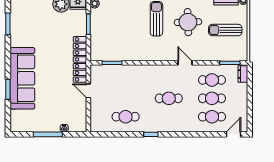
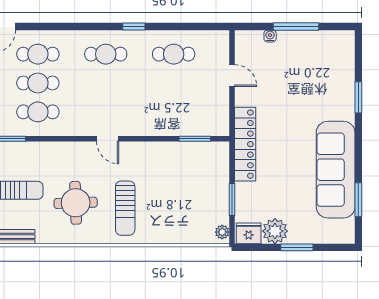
door: (185, 63) -> (108, 139), moved
sofa: (22, 78) -> (336, 170), moved
door: (88, 91) -> (232, 76), moved
cafe table: (169, 98) -> (106, 54), moved

